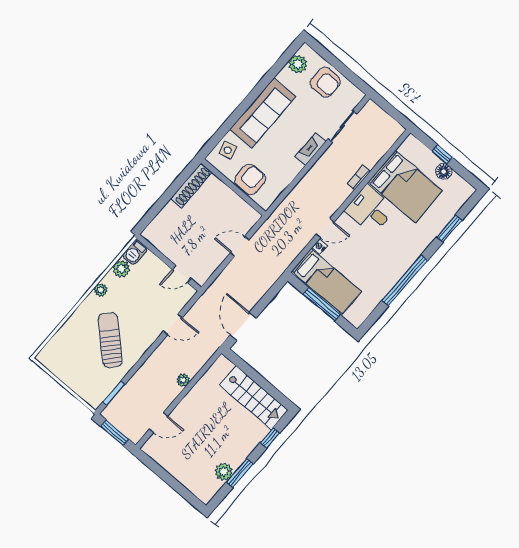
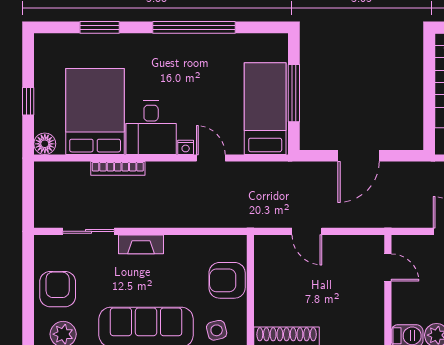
floor lamp: (444, 171) -> (45, 144), moved
bookcase: (359, 178) -> (118, 168), width x1.56
nightstand: (320, 246) -> (186, 147), moved
door: (243, 326) -> (359, 156), moved

